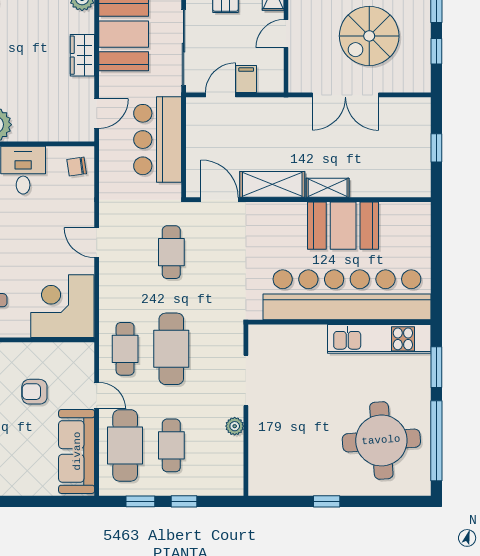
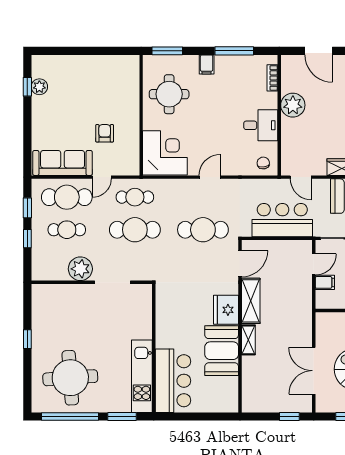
door: (221, 95) -> (314, 264), hinge flipped
double door: (345, 95) -> (314, 371), moved
window: (436, 148) -> (289, 416), moved
fridge: (285, 219) -> (226, 310), added
cafe table: (171, 252) -> (203, 230), width x1.37, depth x1.35
bar counter: (347, 295) -> (173, 381), width x0.54
plant: (235, 426) -> (80, 269), width x1.87, depth x1.87

